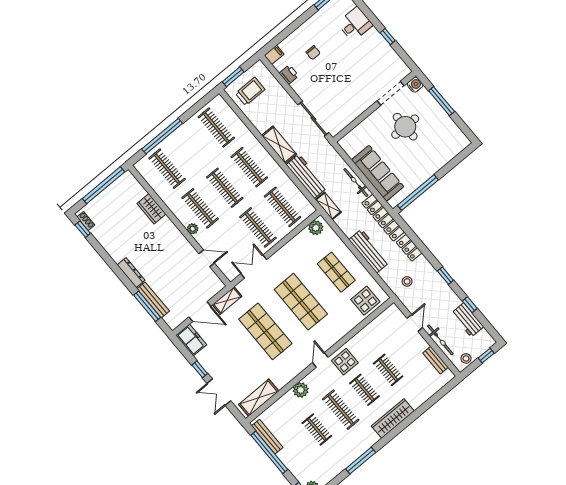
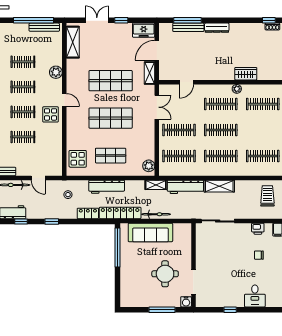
trolley: (250, 91) -> (267, 196), turned 180
plant: (193, 229) -> (237, 89), moved
clothes rail: (341, 410) -> (23, 87), width x0.73

